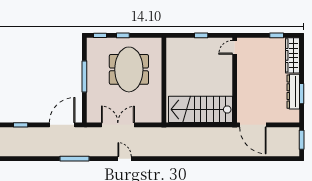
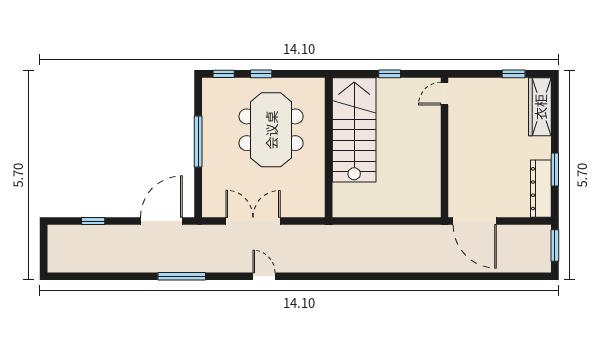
dresser: (293, 92) -> (541, 189), moved
stairs: (200, 109) -> (354, 130), moved, turned 90

